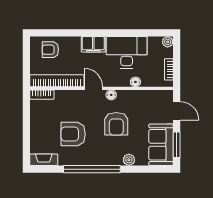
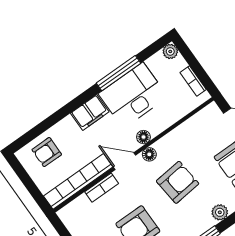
window: (127, 33) -> (118, 73), added
floor lamp: (135, 82) -> (144, 137), moved
bookcase: (42, 95) -> (102, 188), moved
armchair: (116, 124) -> (178, 182), turned -96

